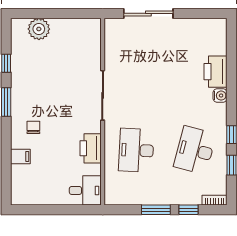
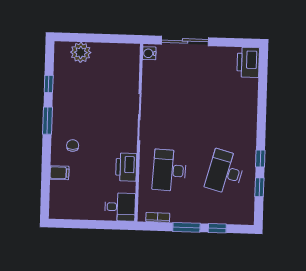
printer: (216, 72) -> (248, 62), moved
water cooler: (220, 96) -> (149, 53), moved, turned 180
bookcase: (214, 200) -> (158, 217), moved

